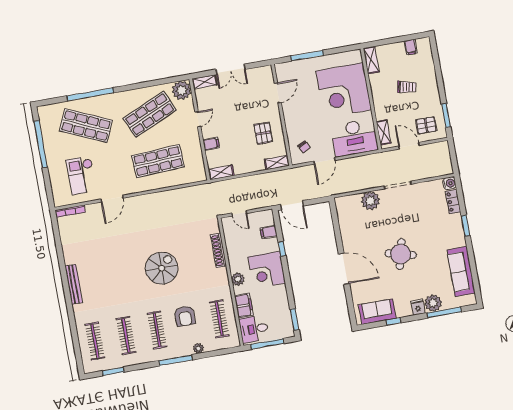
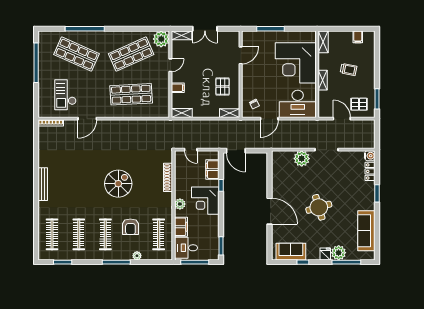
shelving: (384, 132) -> (323, 80), moved
filing cabinet: (269, 232) -> (212, 170), width x2.00
round table: (401, 254) -> (319, 207), turned -30

